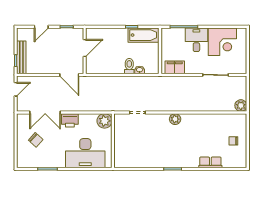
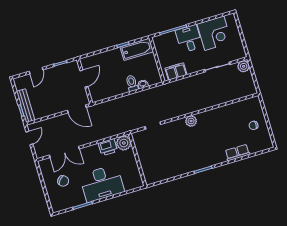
plant: (241, 106) -> (244, 66), moved
printer: (70, 120) -> (108, 147), moved
desk: (85, 153) -> (102, 183), moved

